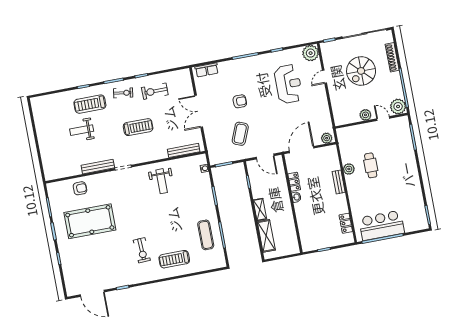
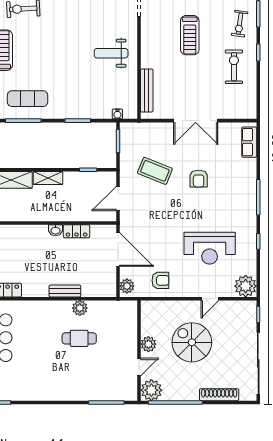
spiral stairs: (361, 71) -> (192, 342), moved
door: (324, 77) -> (210, 299), swing flipped
double door: (199, 111) -> (196, 121), swing flipped
armchair: (318, 115) -> (160, 280), added

